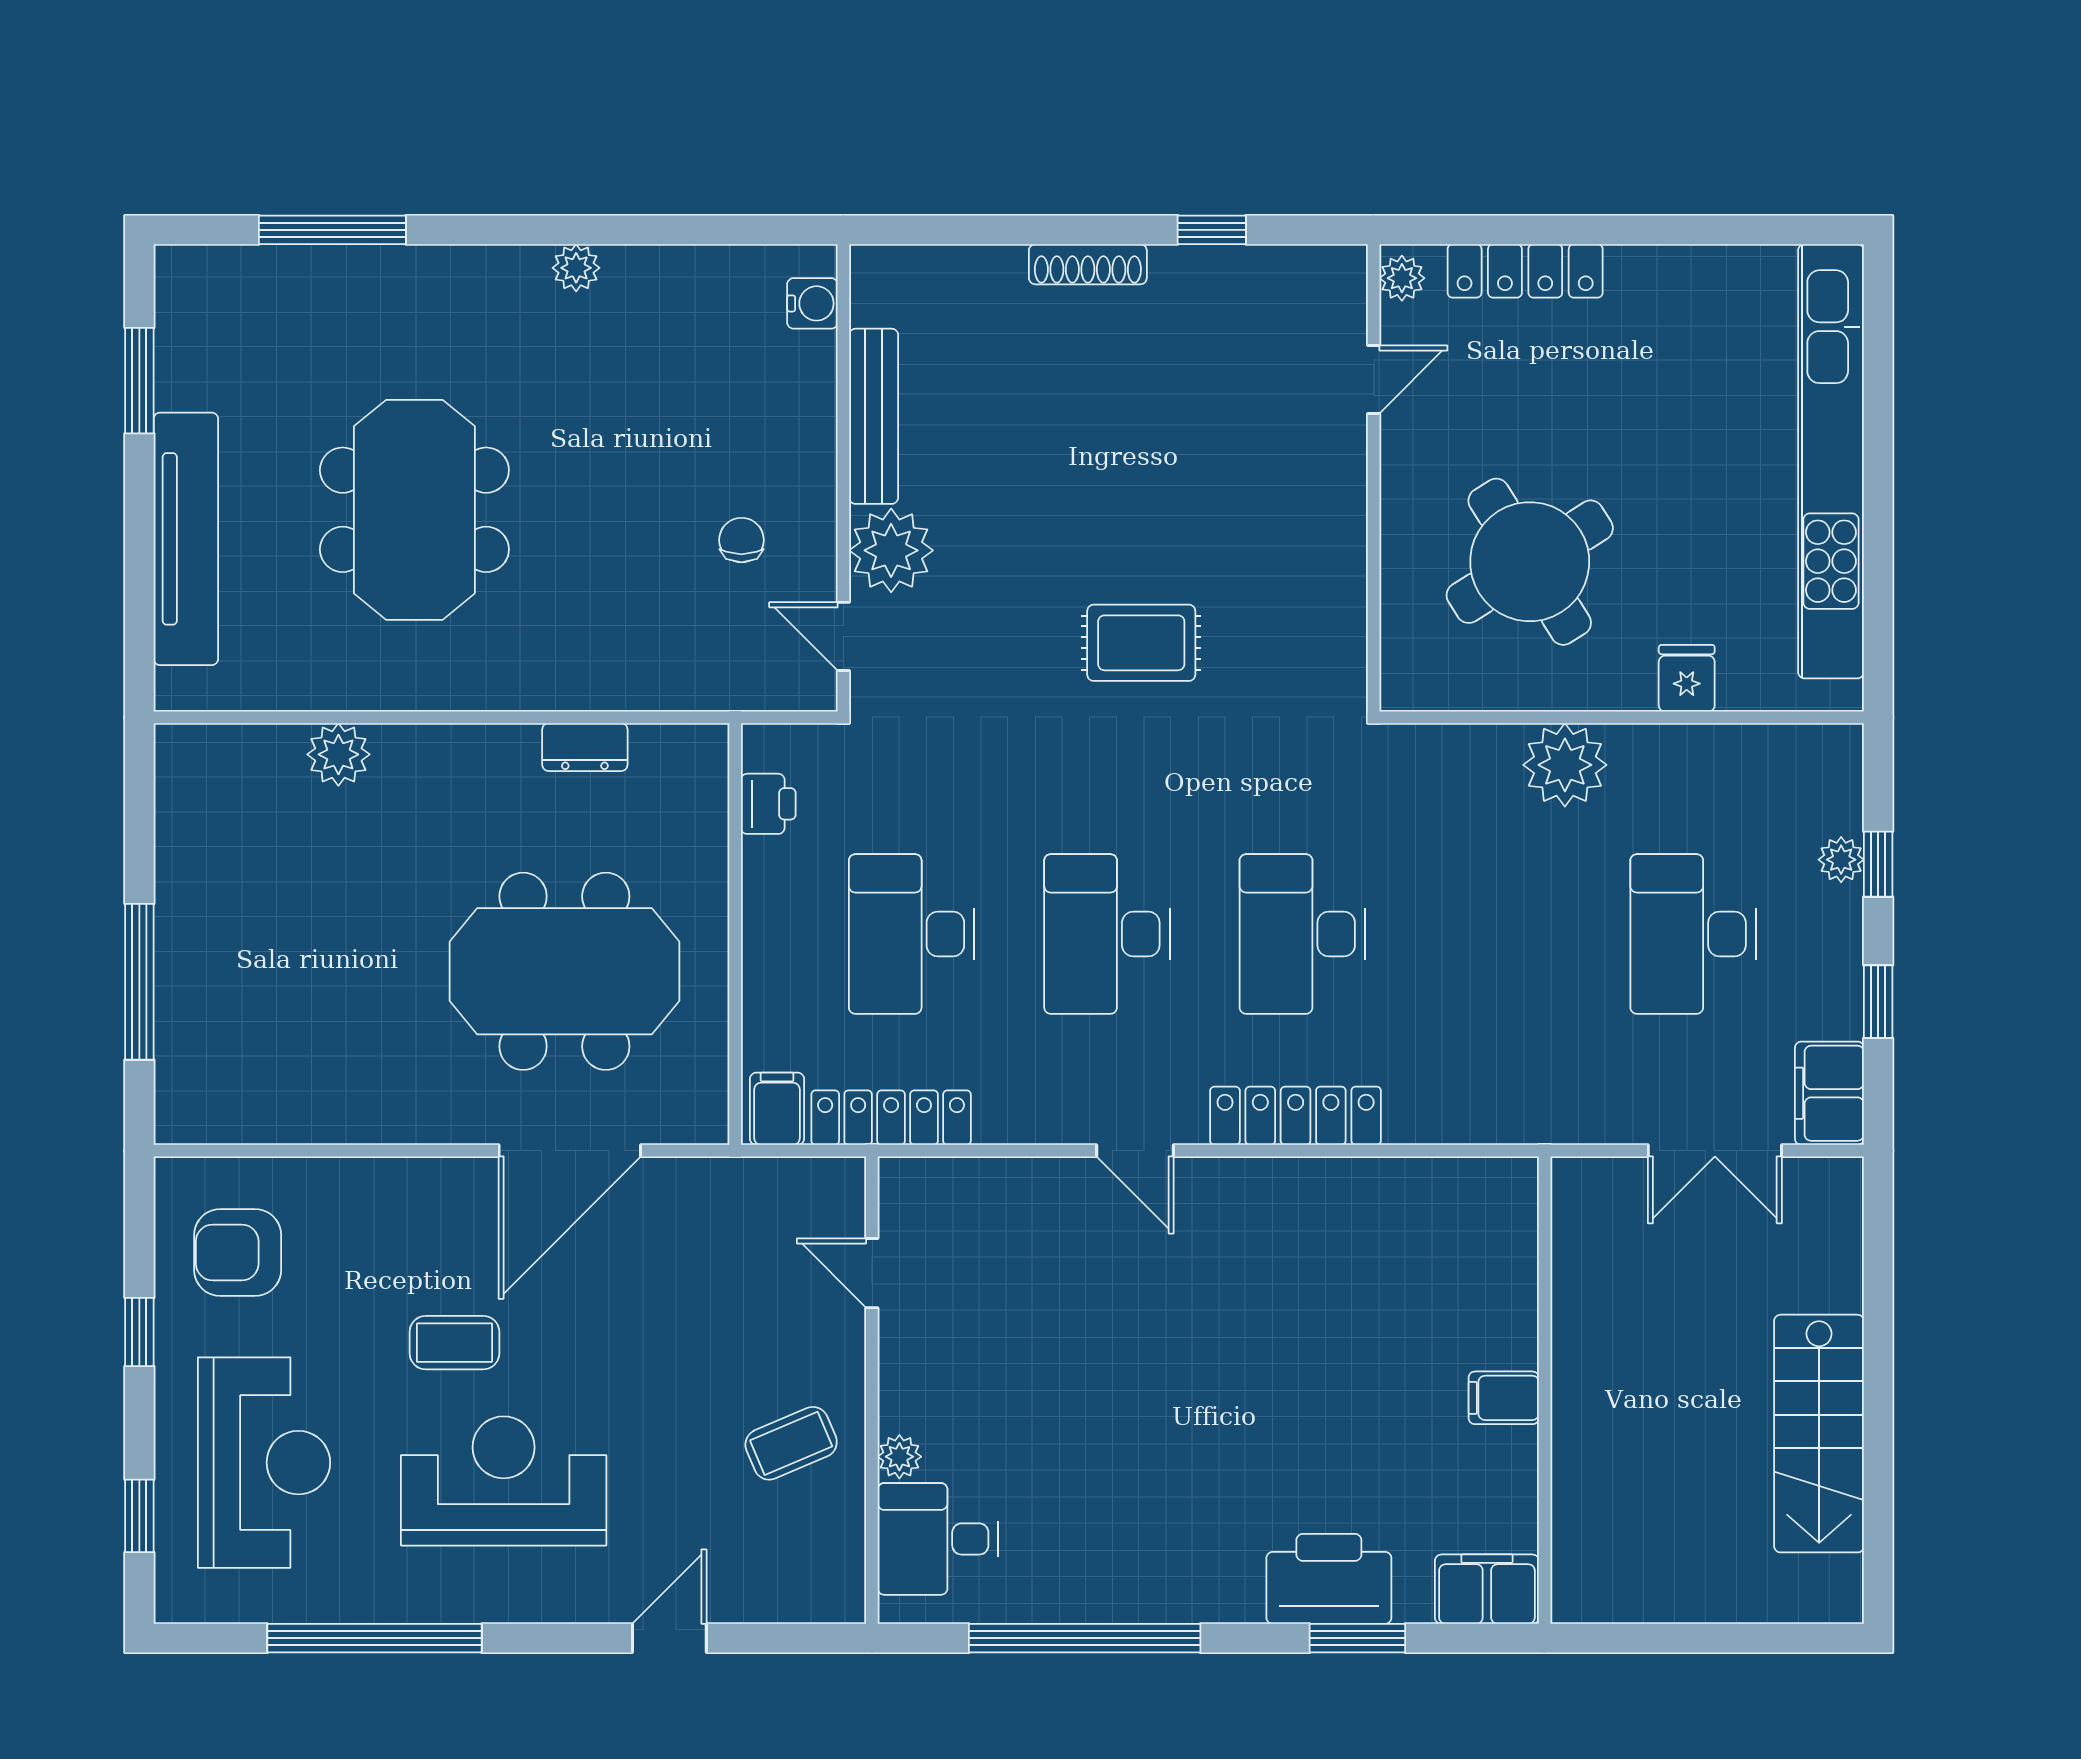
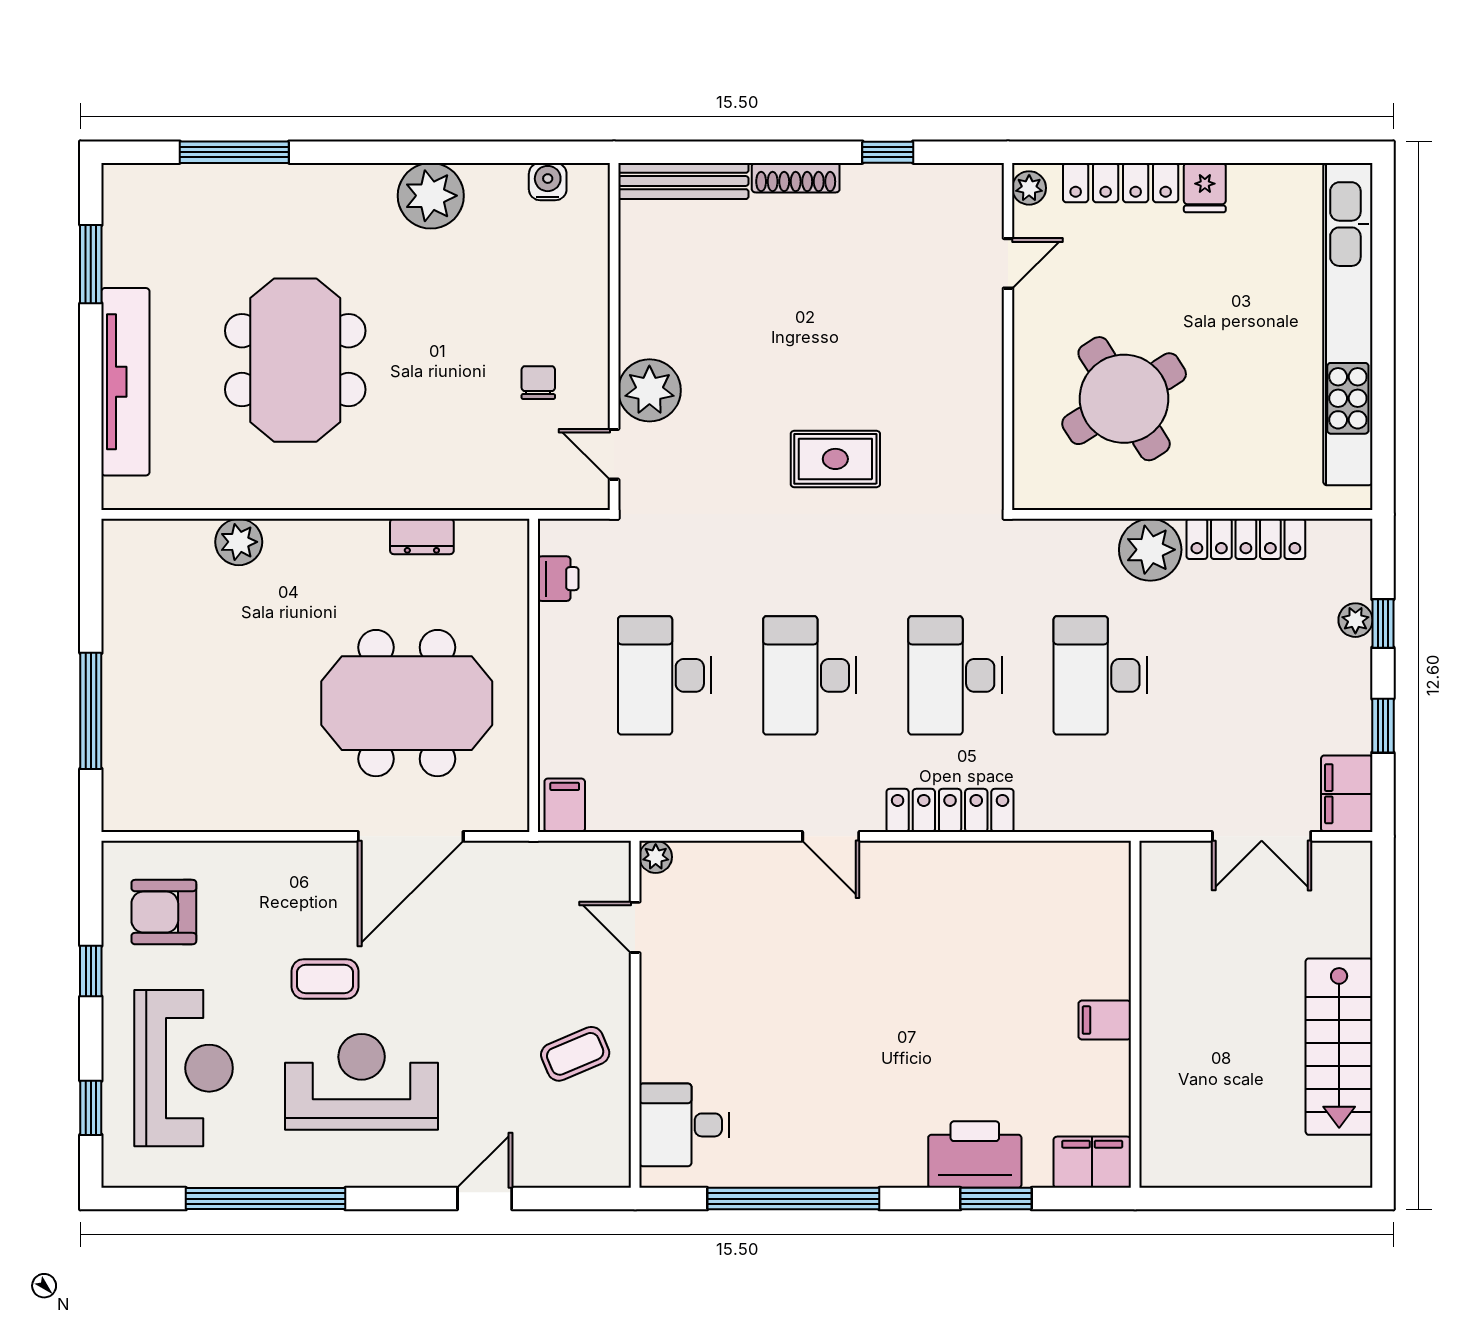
plant: (576, 268) -> (431, 196), width x1.87, depth x1.87
water cooler: (812, 303) -> (548, 182), moved, turned -90
bench: (874, 416) -> (683, 181), moved, turned 90
fridge: (1687, 678) -> (1205, 188), moved, turned 180
desk: (1693, 934) -> (1100, 675), moved
locker: (891, 1118) -> (1246, 539), moved, turned 180
plant: (899, 1457) -> (656, 857), moved

